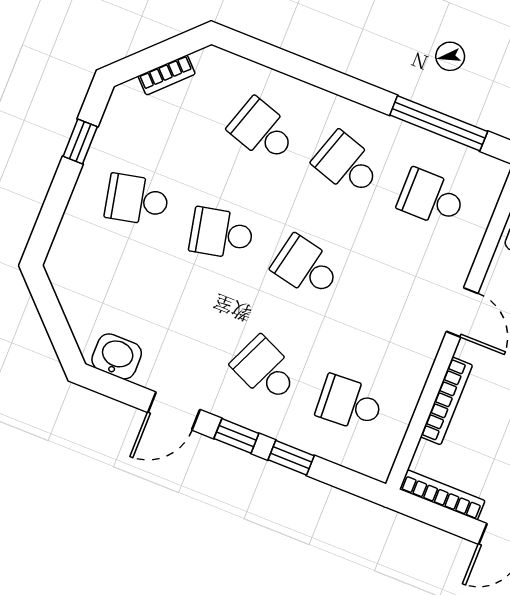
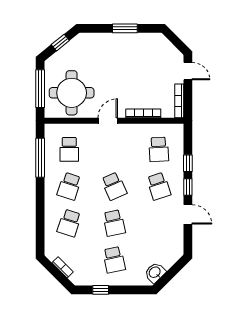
school desk: (306, 267) -> (114, 186), turned -36
washbasin: (117, 356) -> (155, 273), moved, turned 45
school desk: (265, 370) -> (159, 186), turned -42

